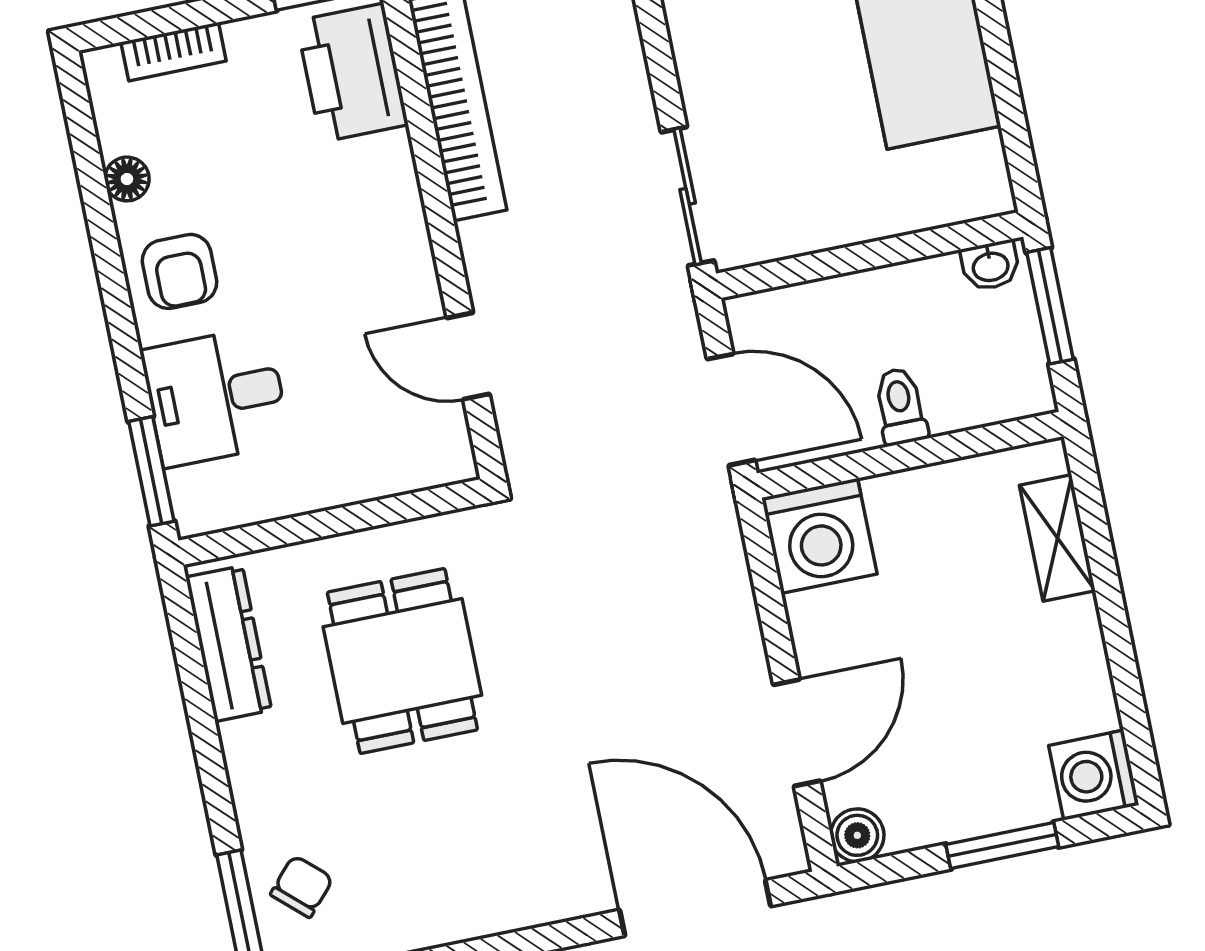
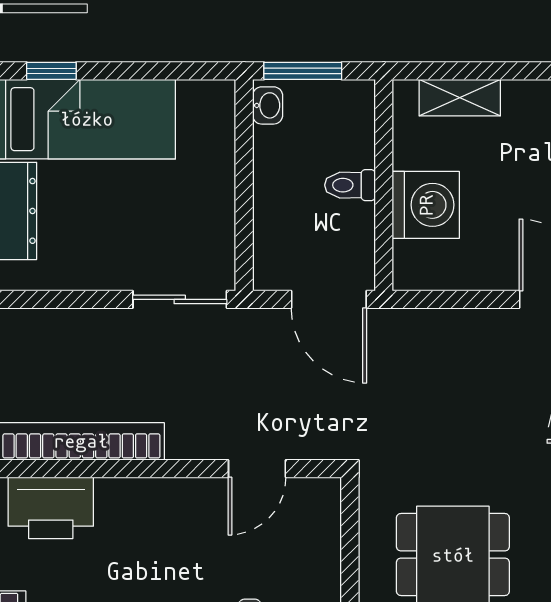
door: (731, 410) -> (329, 299), swing flipped
washing machine: (819, 536) -> (426, 205), moved

